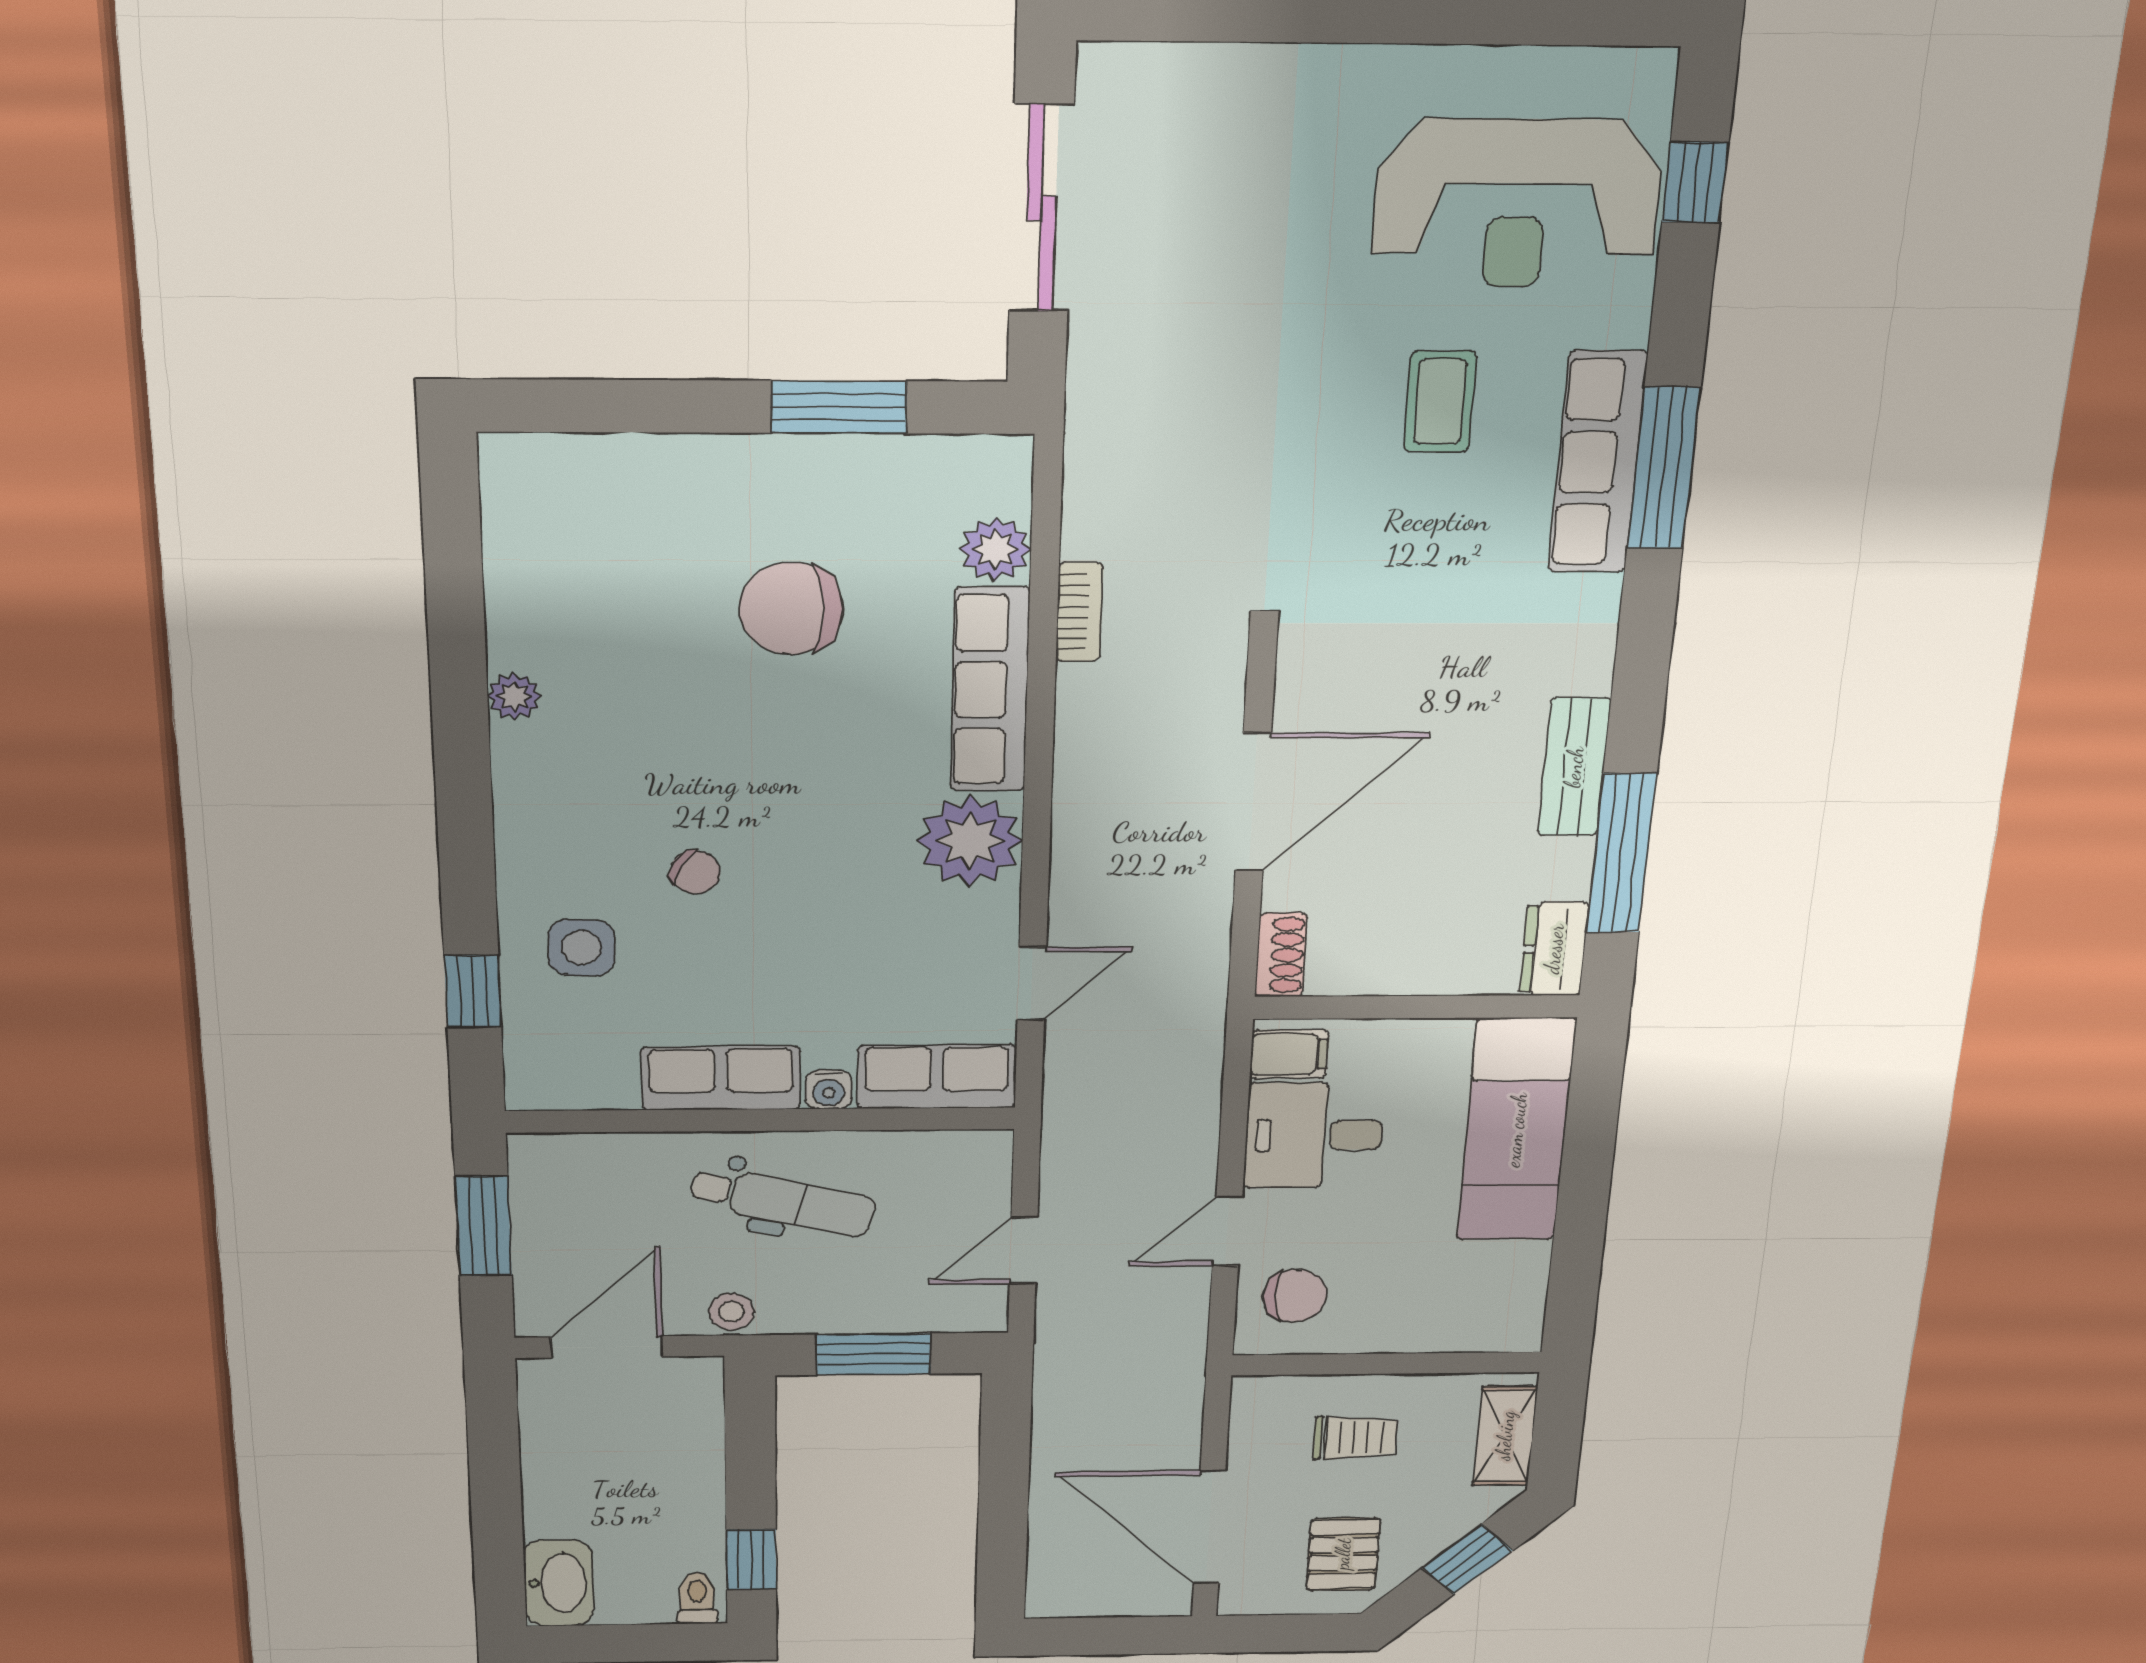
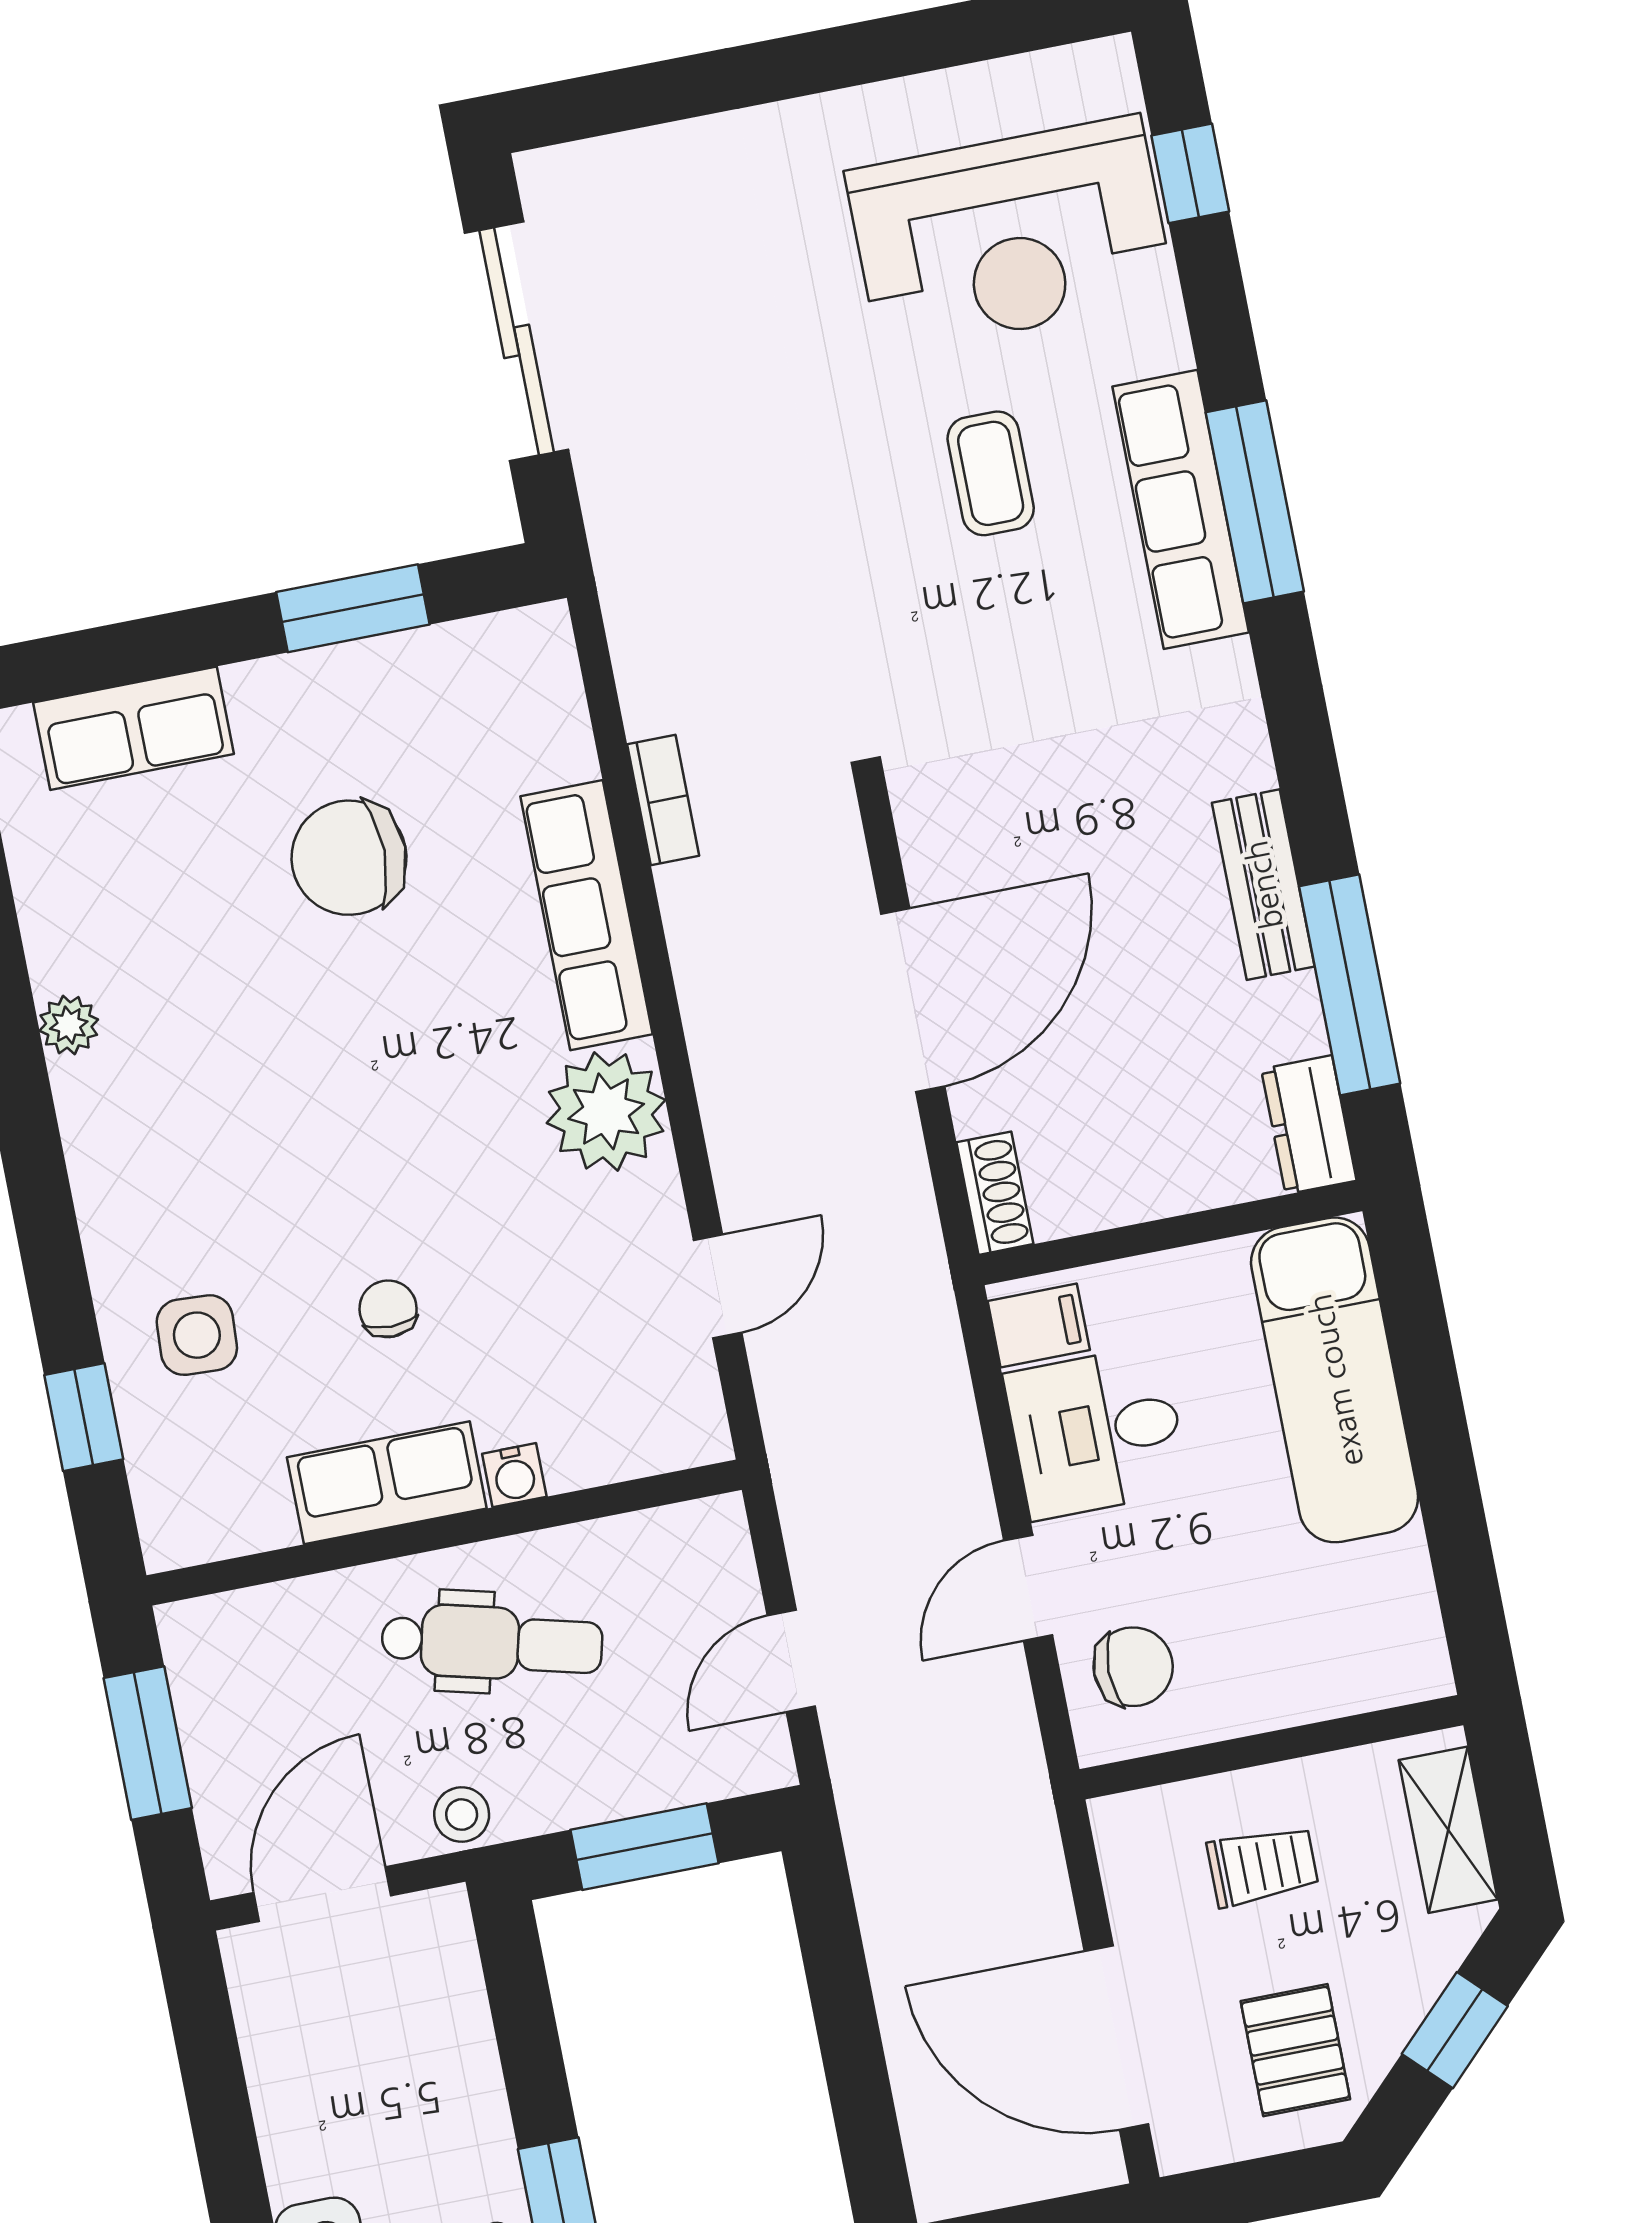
plant: (995, 549) -> (555, 743), removed
chair: (695, 872) -> (388, 1309), moved, turned -121
row of seats: (937, 1077) -> (134, 728), moved, turned 180

